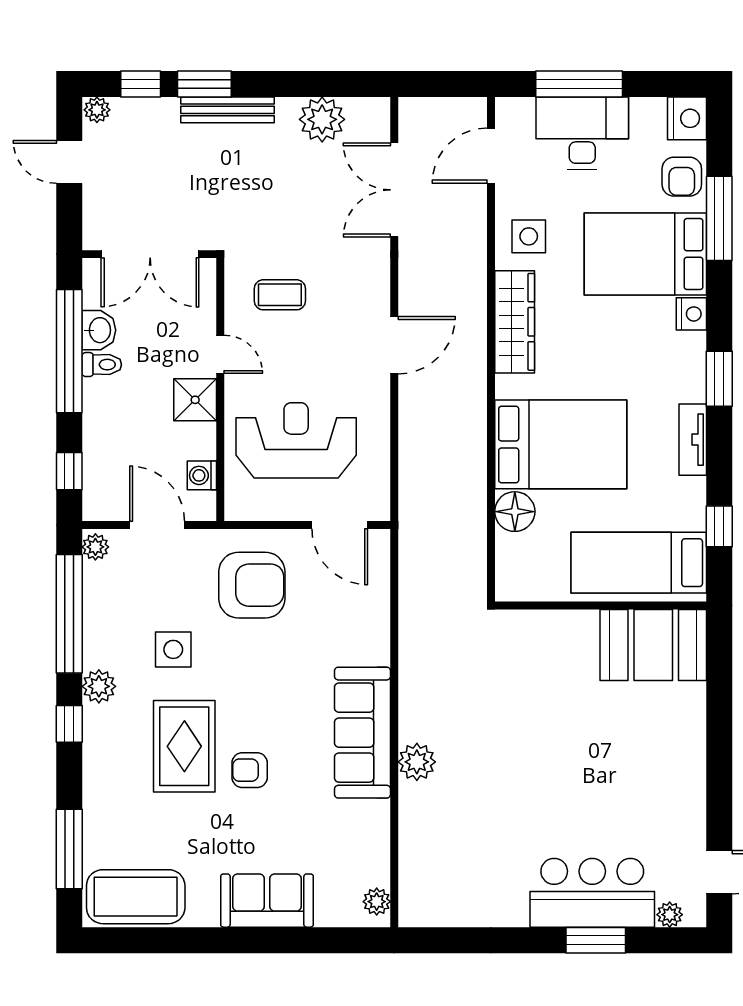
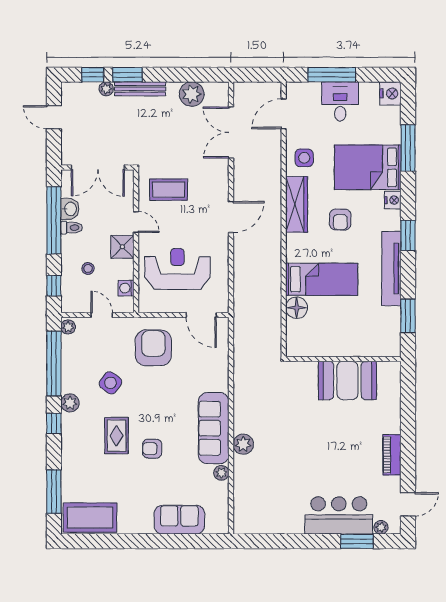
plant: (97, 110) -> (106, 89), moved
desk: (582, 133) -> (340, 101), width x0.73
armchair: (682, 177) -> (340, 220), moved
coffee table: (280, 295) -> (169, 190), width x1.36, depth x1.30
stool: (132, 439) -> (88, 268), added
tv unit: (693, 440) -> (391, 268), width x1.92, depth x1.29
bed: (561, 444) -> (322, 279), width x0.67
door: (157, 525) -> (102, 315), width x0.73
window: (719, 526) -> (408, 316), width x1.50
bed: (639, 563) -> (364, 336), removed
armchair: (252, 585) -> (153, 348), turned -90
booth: (653, 645) -> (347, 380), moved
side table: (173, 649) -> (110, 383), turned 36
rug: (184, 746) -> (117, 436), width x0.73, depth x0.70
piano: (690, 781) -> (392, 455), added
sofa: (267, 901) -> (179, 520), moved
plant: (377, 902) -> (221, 473), moved
window: (596, 940) -> (357, 541), moved

